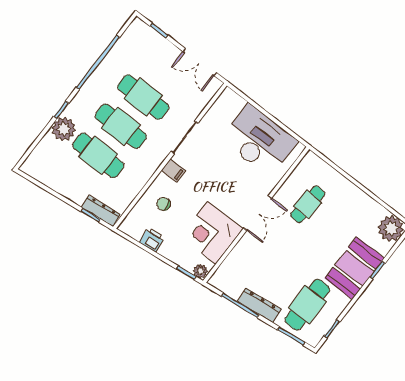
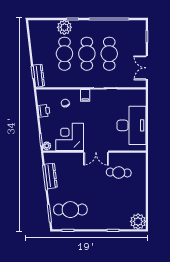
booth: (354, 268) -> (105, 219), removed
dresser: (259, 305) -> (51, 176), moved

